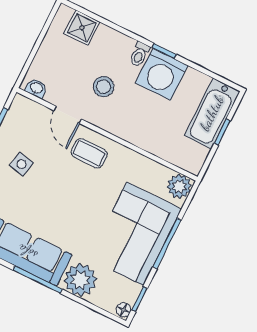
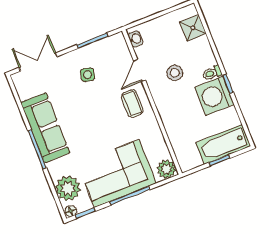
plant: (80, 280) -> (68, 188), moved

